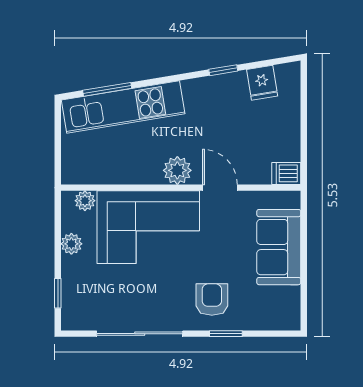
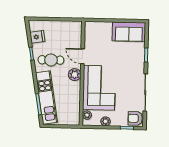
cafe table: (210, 115) -> (51, 60), added
dishwasher: (286, 173) -> (77, 27), removed
door: (220, 188) -> (83, 56), hinge flipped
sofa: (279, 247) -> (129, 32), moved
armchair: (212, 300) -> (135, 118), moved

